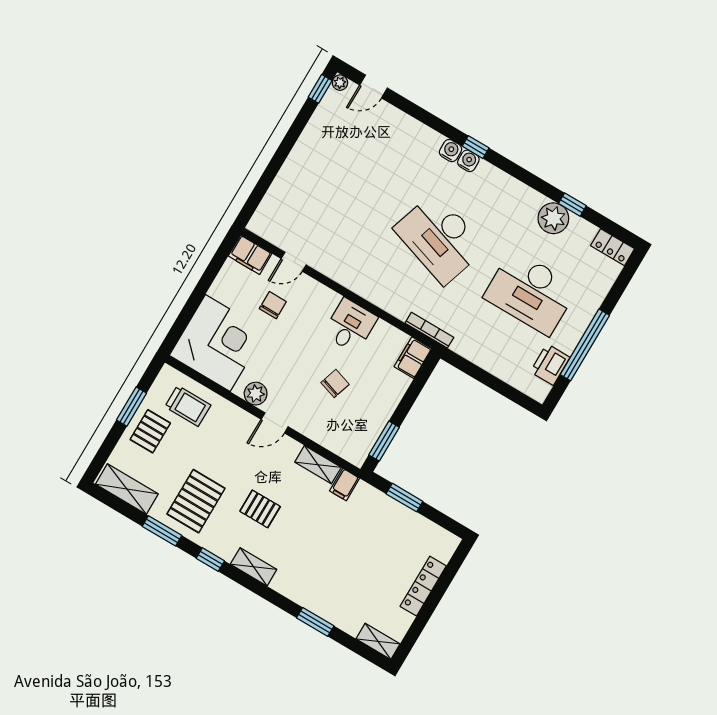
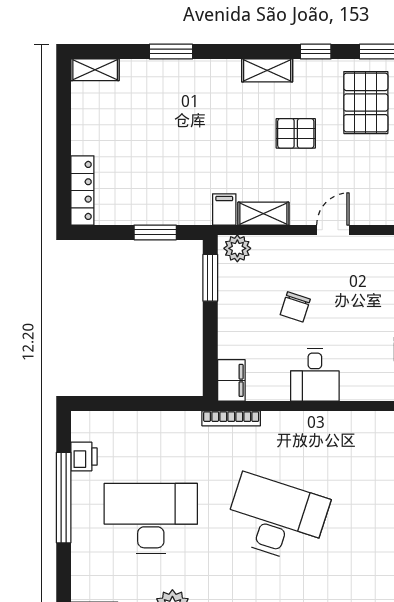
printer: (550, 365) -> (84, 457), width x0.73, depth x0.81
plant: (256, 394) -> (237, 248), moved
locker: (423, 586) -> (82, 190), moved

